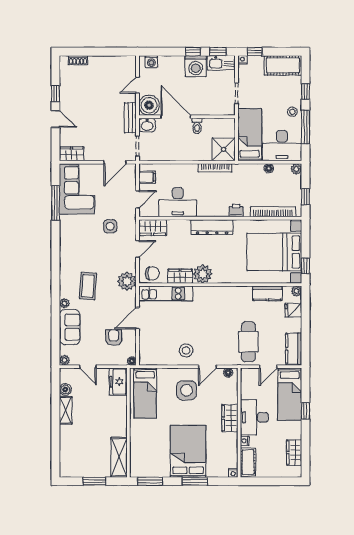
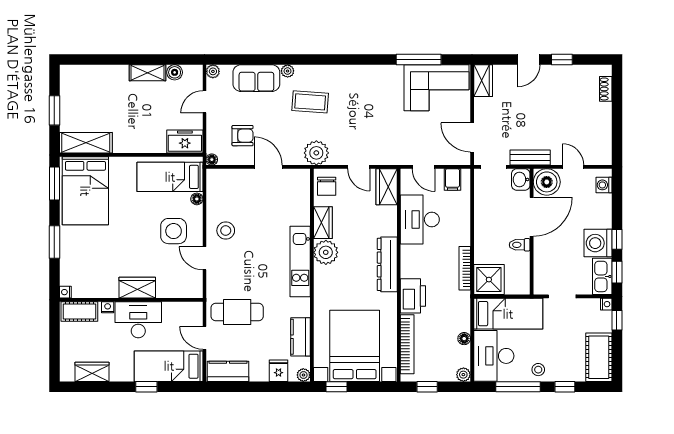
printer: (236, 211) -> (413, 296), width x1.87, depth x1.48
side table: (110, 226) -> (388, 131), removed
kitchen unit: (166, 294) -> (300, 262), moved
floor lamp: (228, 373) -> (197, 199), moved
bed: (188, 451) -> (85, 191), moved, turned 90

